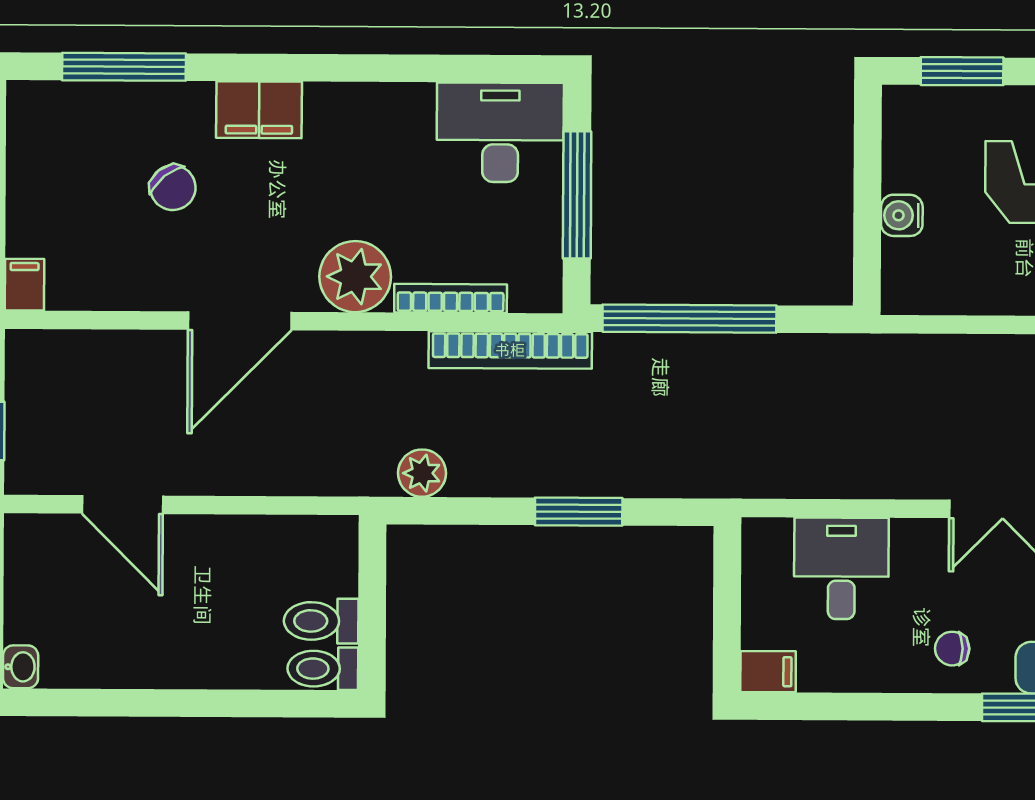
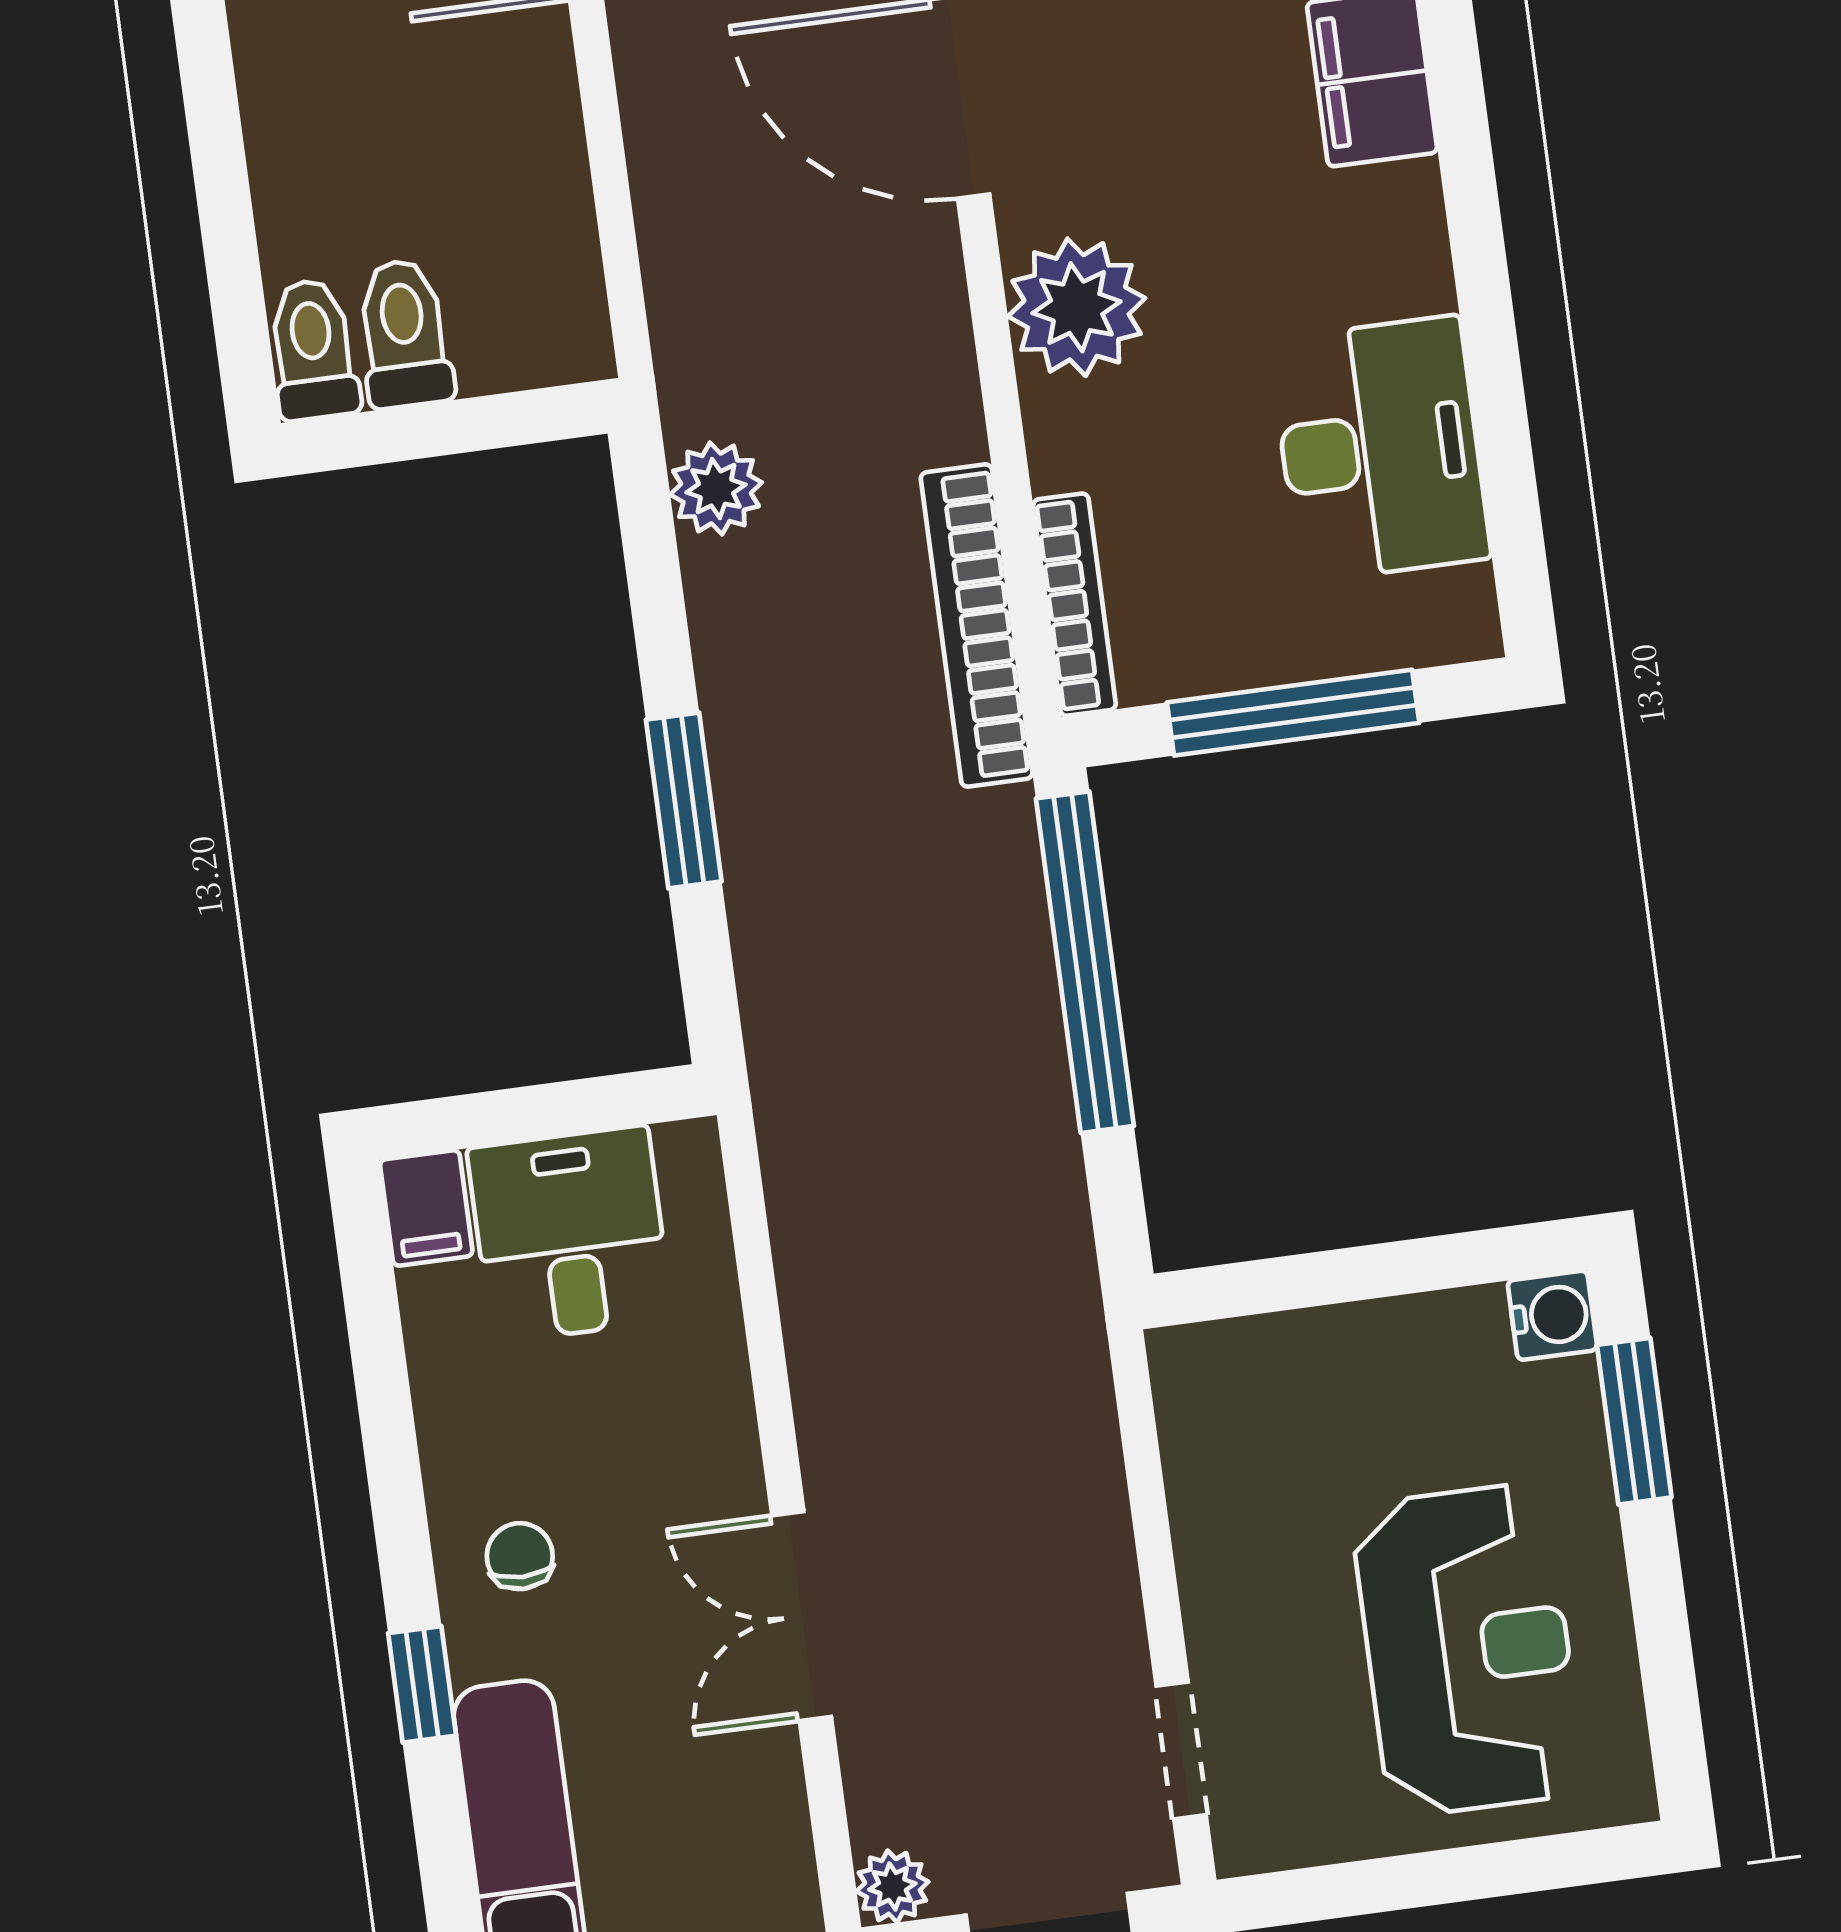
desk: (500, 132) -> (1380, 449), moved
water cooler: (902, 215) -> (1552, 1315), moved, turned 90
bookcase: (451, 298) -> (1074, 605), moved
desk: (841, 568) -> (570, 1234), moved, turned -90

